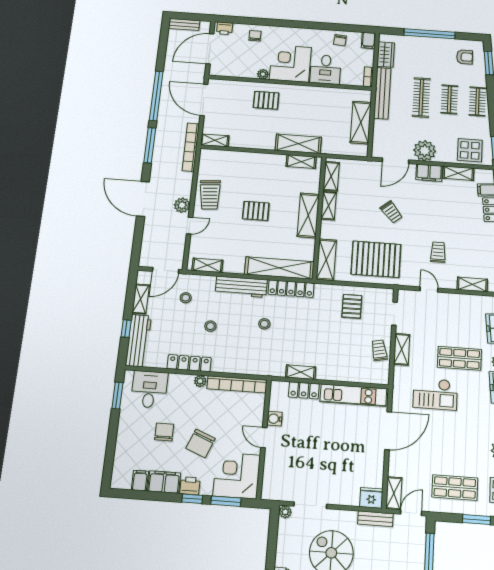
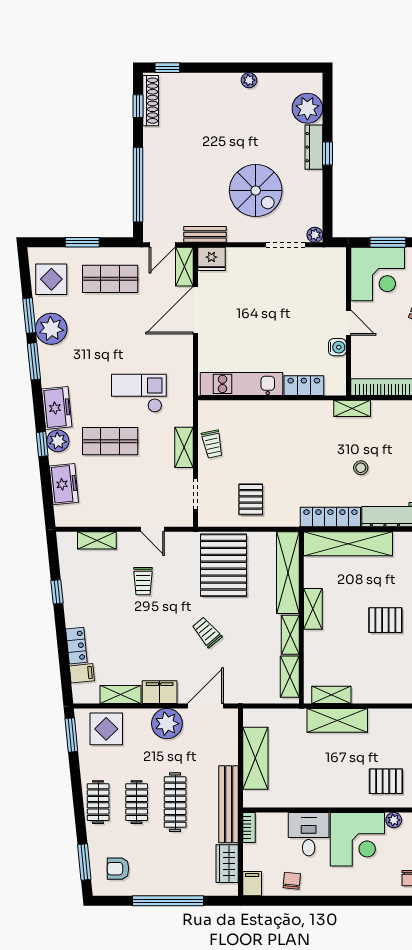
shelving: (308, 215) -> (313, 609), width x0.67, depth x0.75
pallet: (376, 259) -> (223, 565), turned 90
shelving: (326, 260) -> (288, 573), width x1.47
shelving: (301, 372) -> (352, 408), moved
door: (388, 431) -> (195, 310), moved

